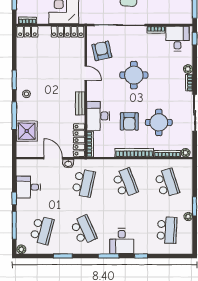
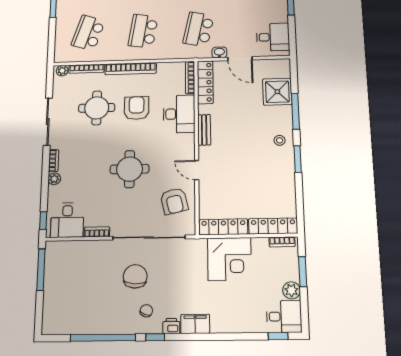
locker: (27, 32) -> (273, 226), width x1.53
school desk: (125, 183) -> (143, 31), turned 30
school desk: (167, 183) -> (88, 33), turned 36
desk: (28, 187) -> (273, 37), moved

